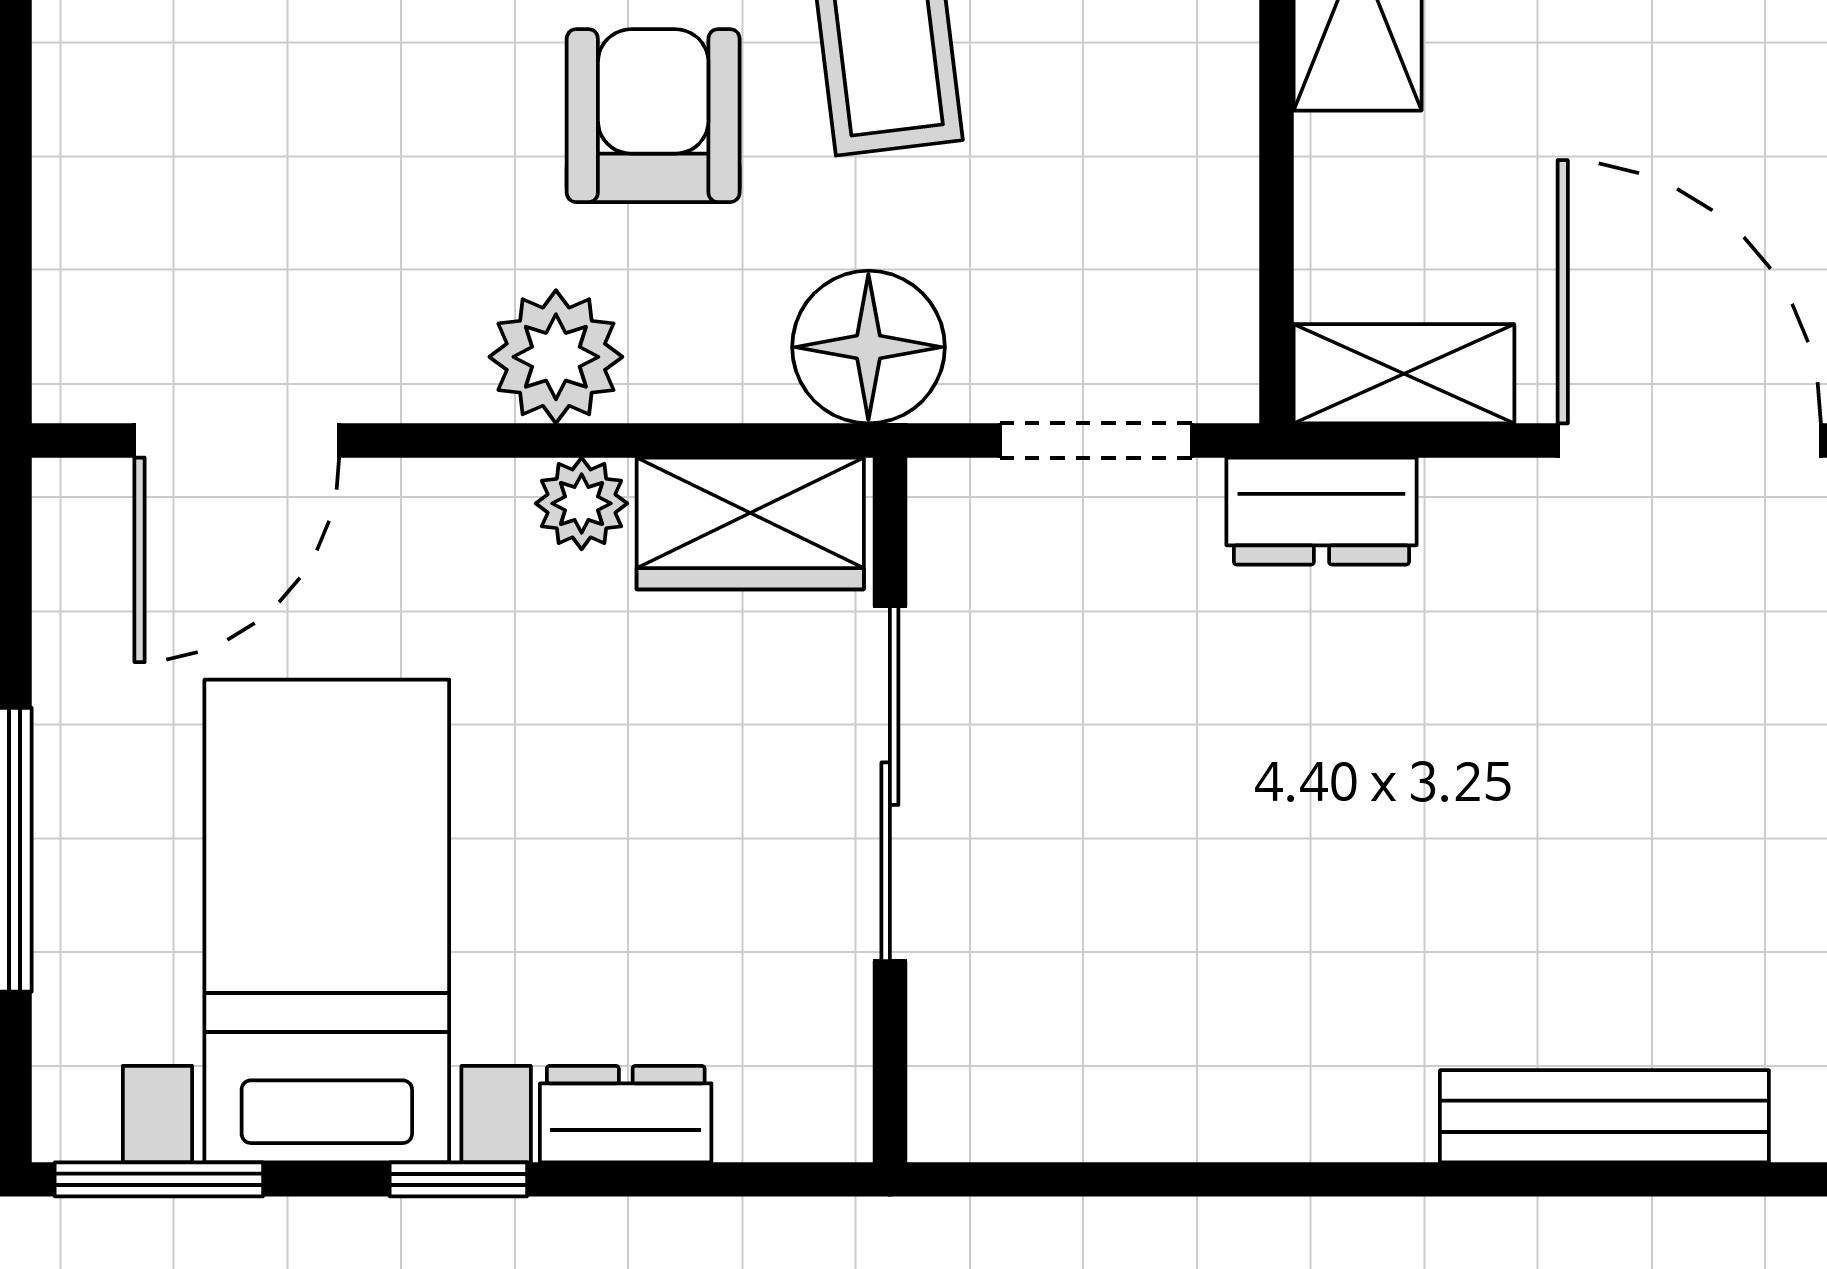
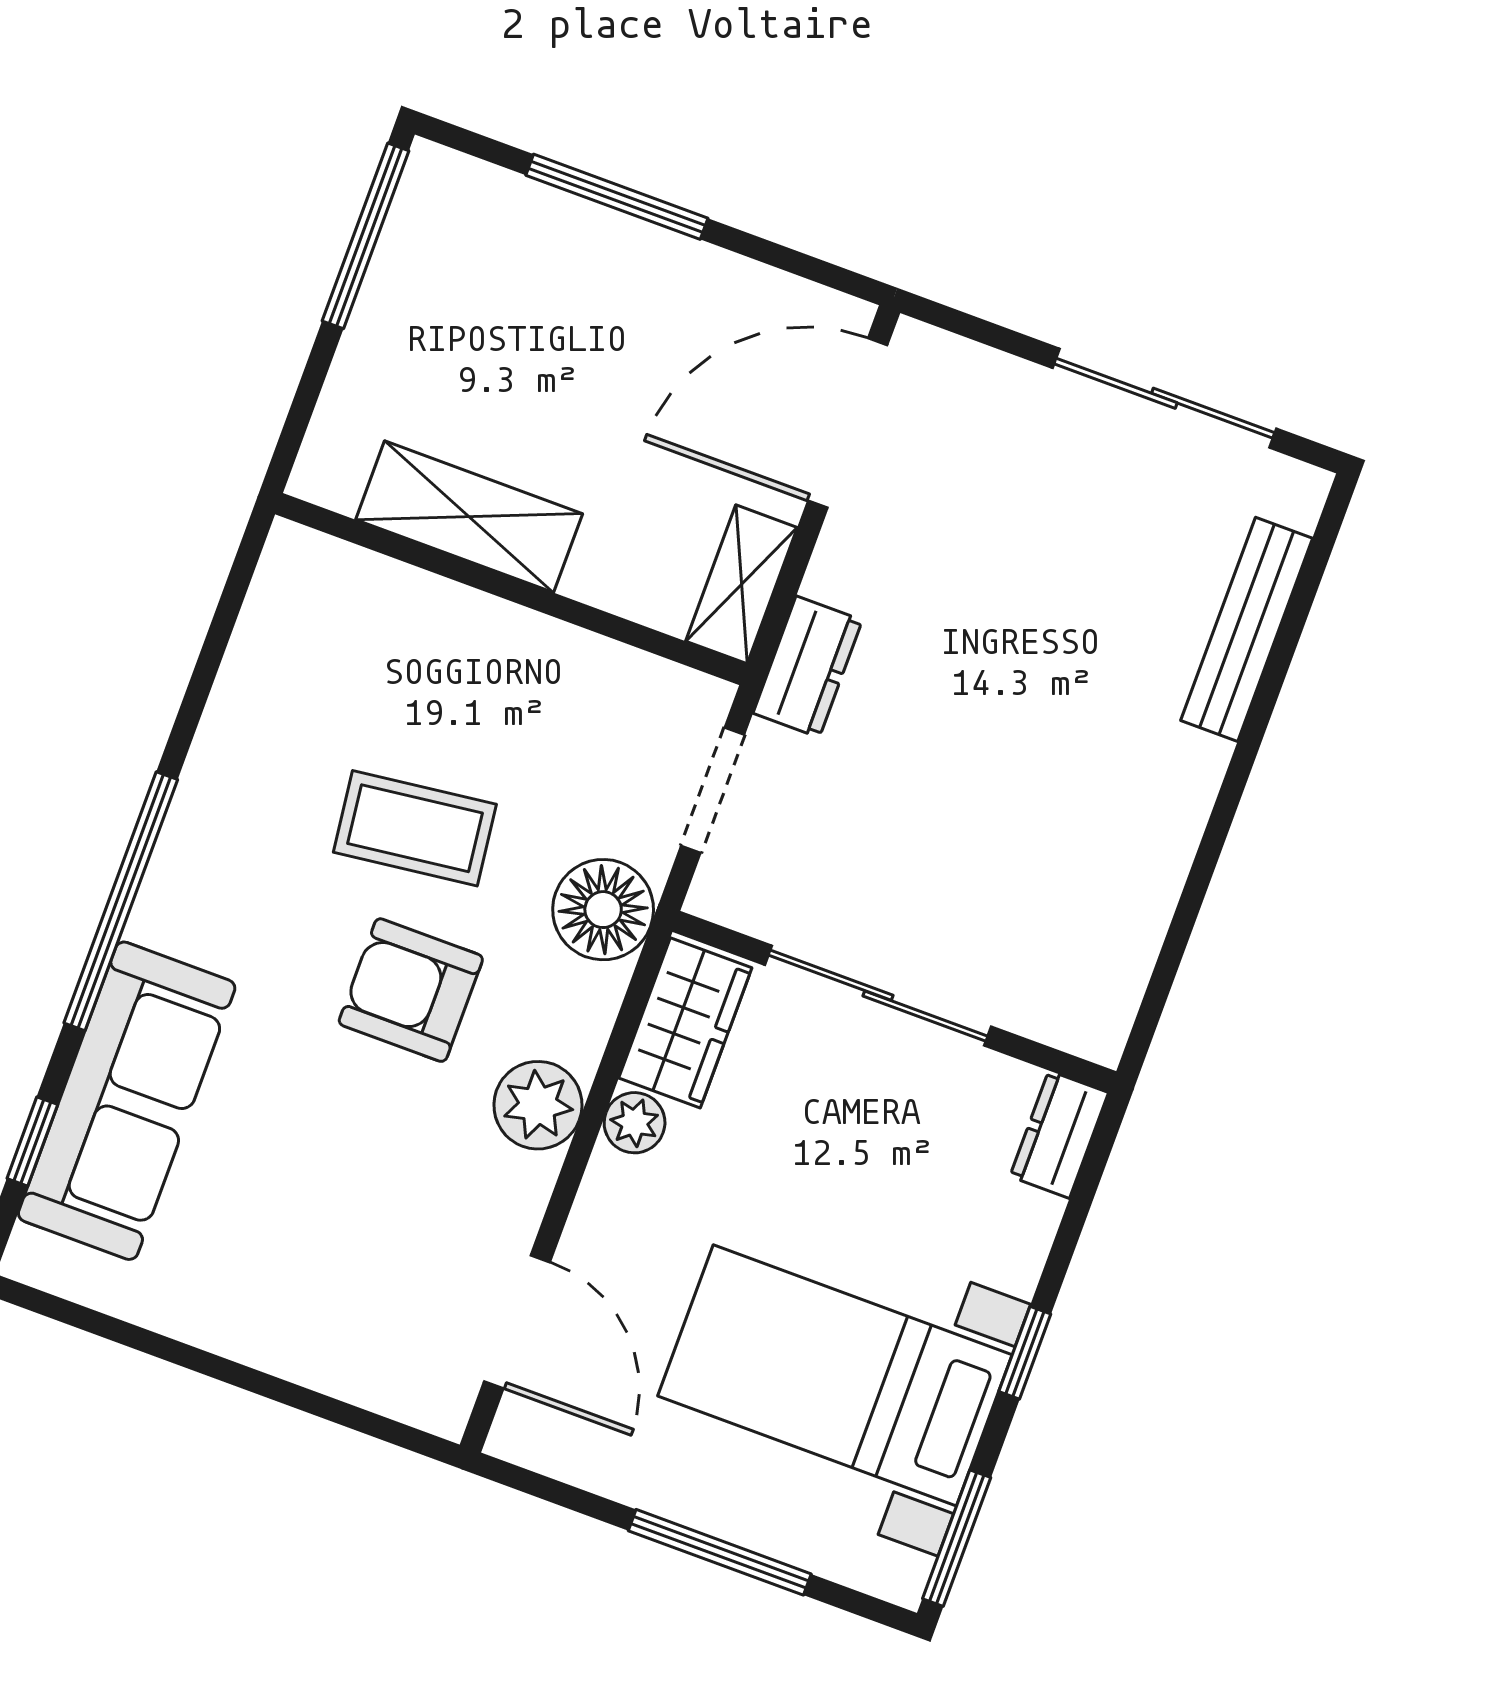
dresser: (626, 1114) -> (1059, 1134), moved

